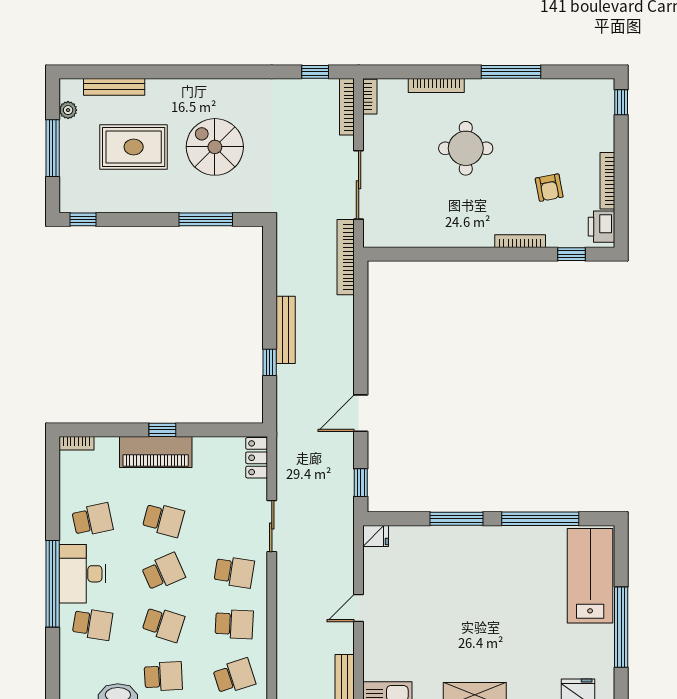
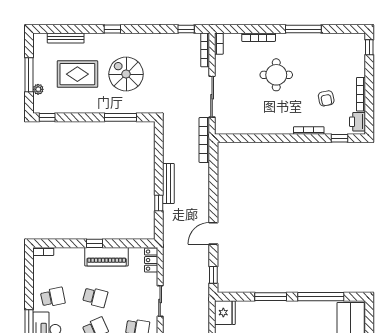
window: (192, 72) -> (112, 29), added
plant: (68, 110) -> (38, 89), moved
piano: (156, 452) -> (107, 257), moved
fridge: (376, 536) -> (225, 313), width x1.88, depth x1.34

